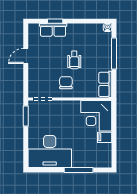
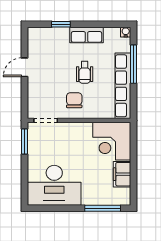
row of seats: (53, 30) -> (86, 35), moved
row of seats: (105, 84) -> (123, 86), width x2.02
filing cabinet: (105, 137) -> (122, 174), width x2.00
window: (79, 170) -> (103, 208), moved

